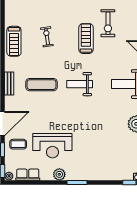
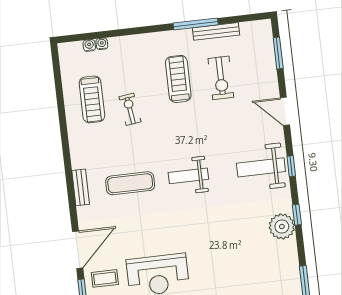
treadmill: (86, 38) -> (178, 79), moved
treadmill: (14, 41) -> (92, 99), moved

